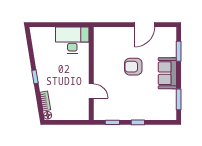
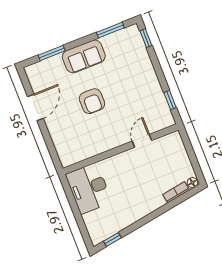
door: (145, 25) -> (35, 107), hinge flipped
window: (35, 77) -> (112, 239), moved
window: (138, 122) -> (146, 38), moved

